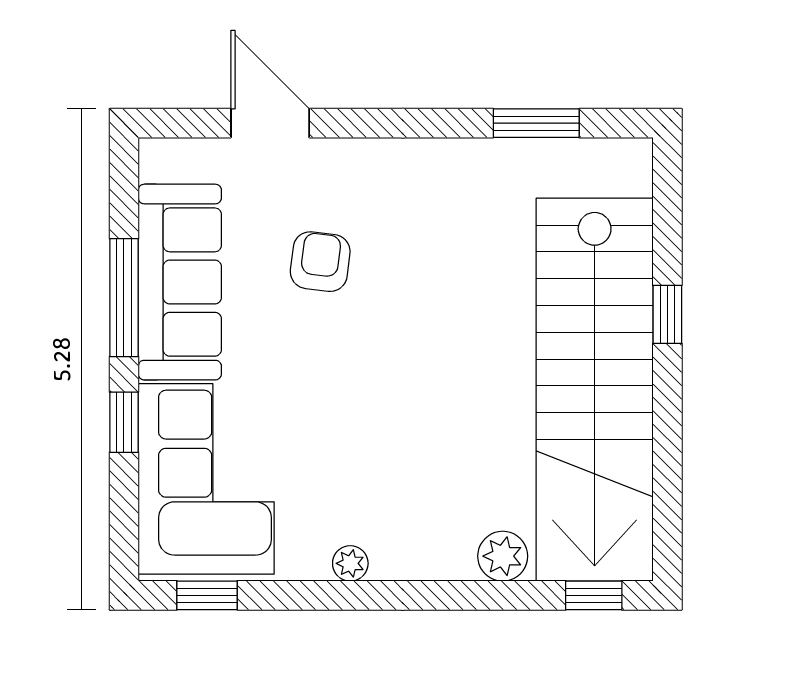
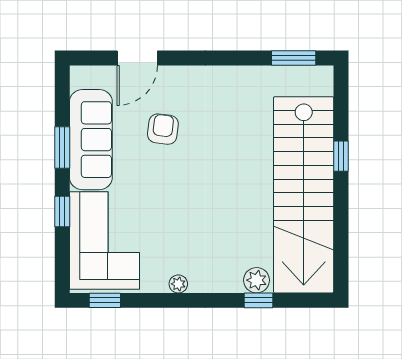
door: (270, 123) -> (137, 58), swing flipped
window: (536, 123) -> (294, 58), moved
window: (124, 298) -> (62, 148), width x0.69
window: (594, 595) -> (258, 300), moved

